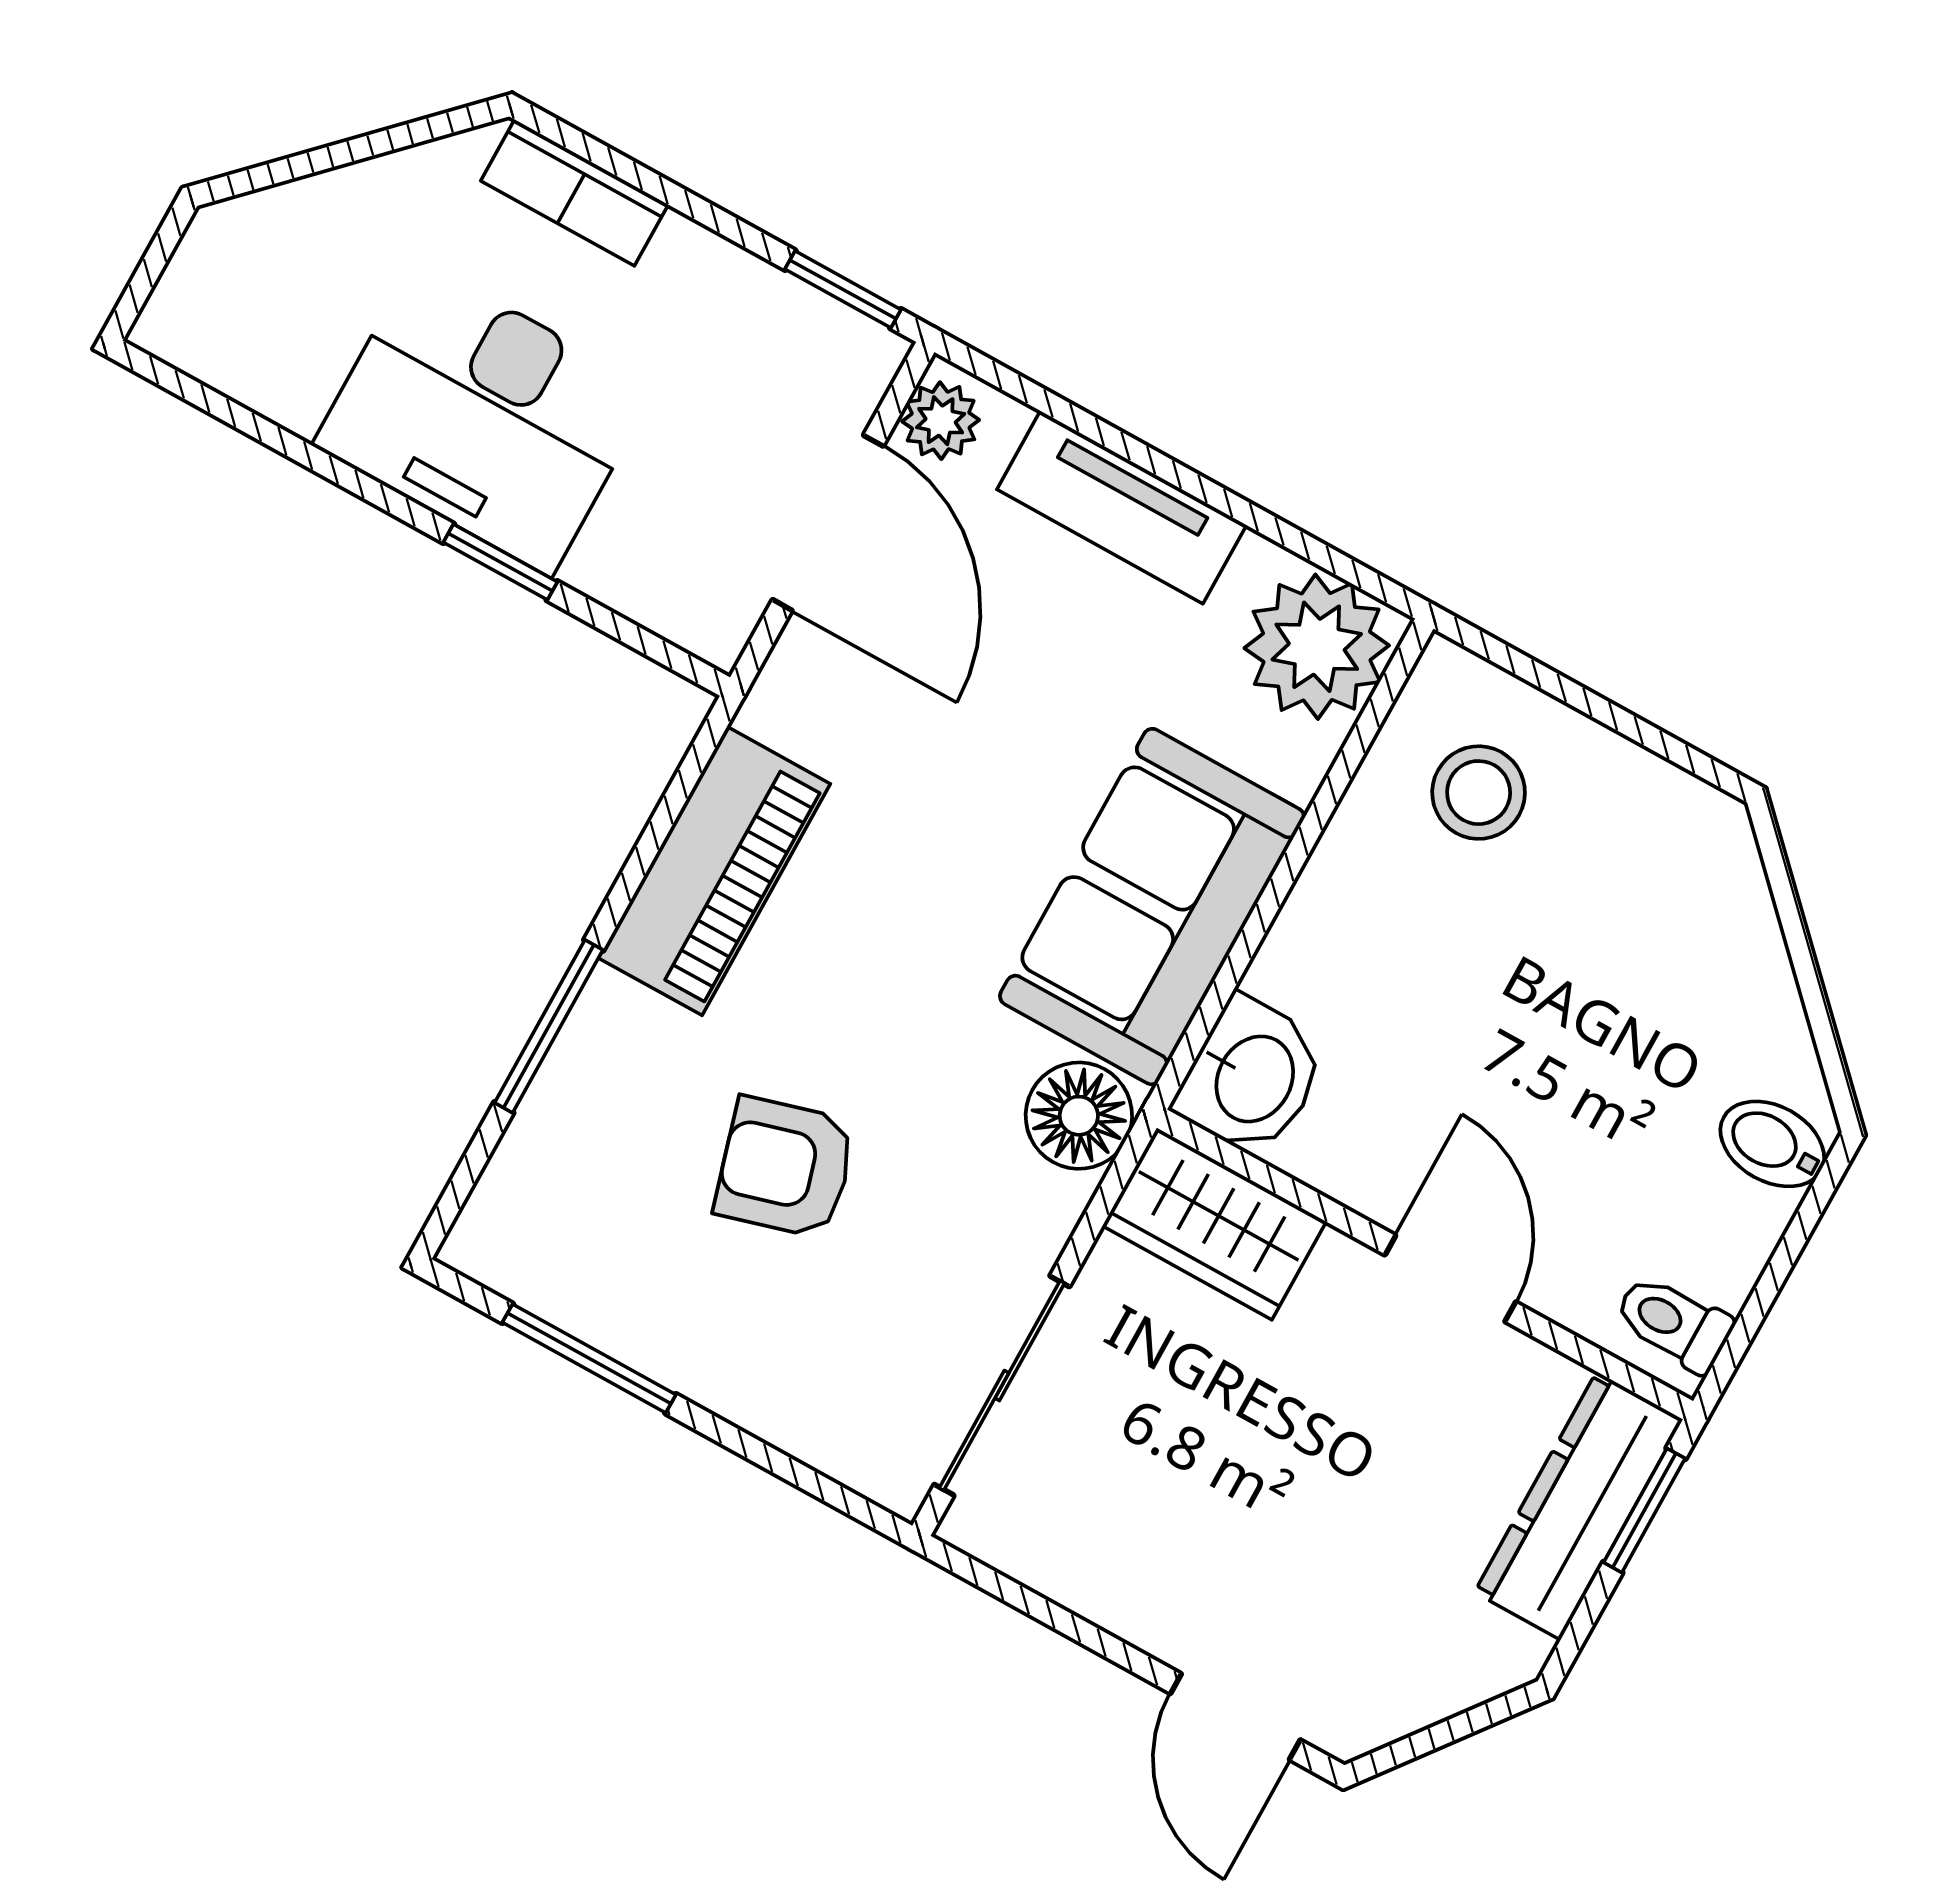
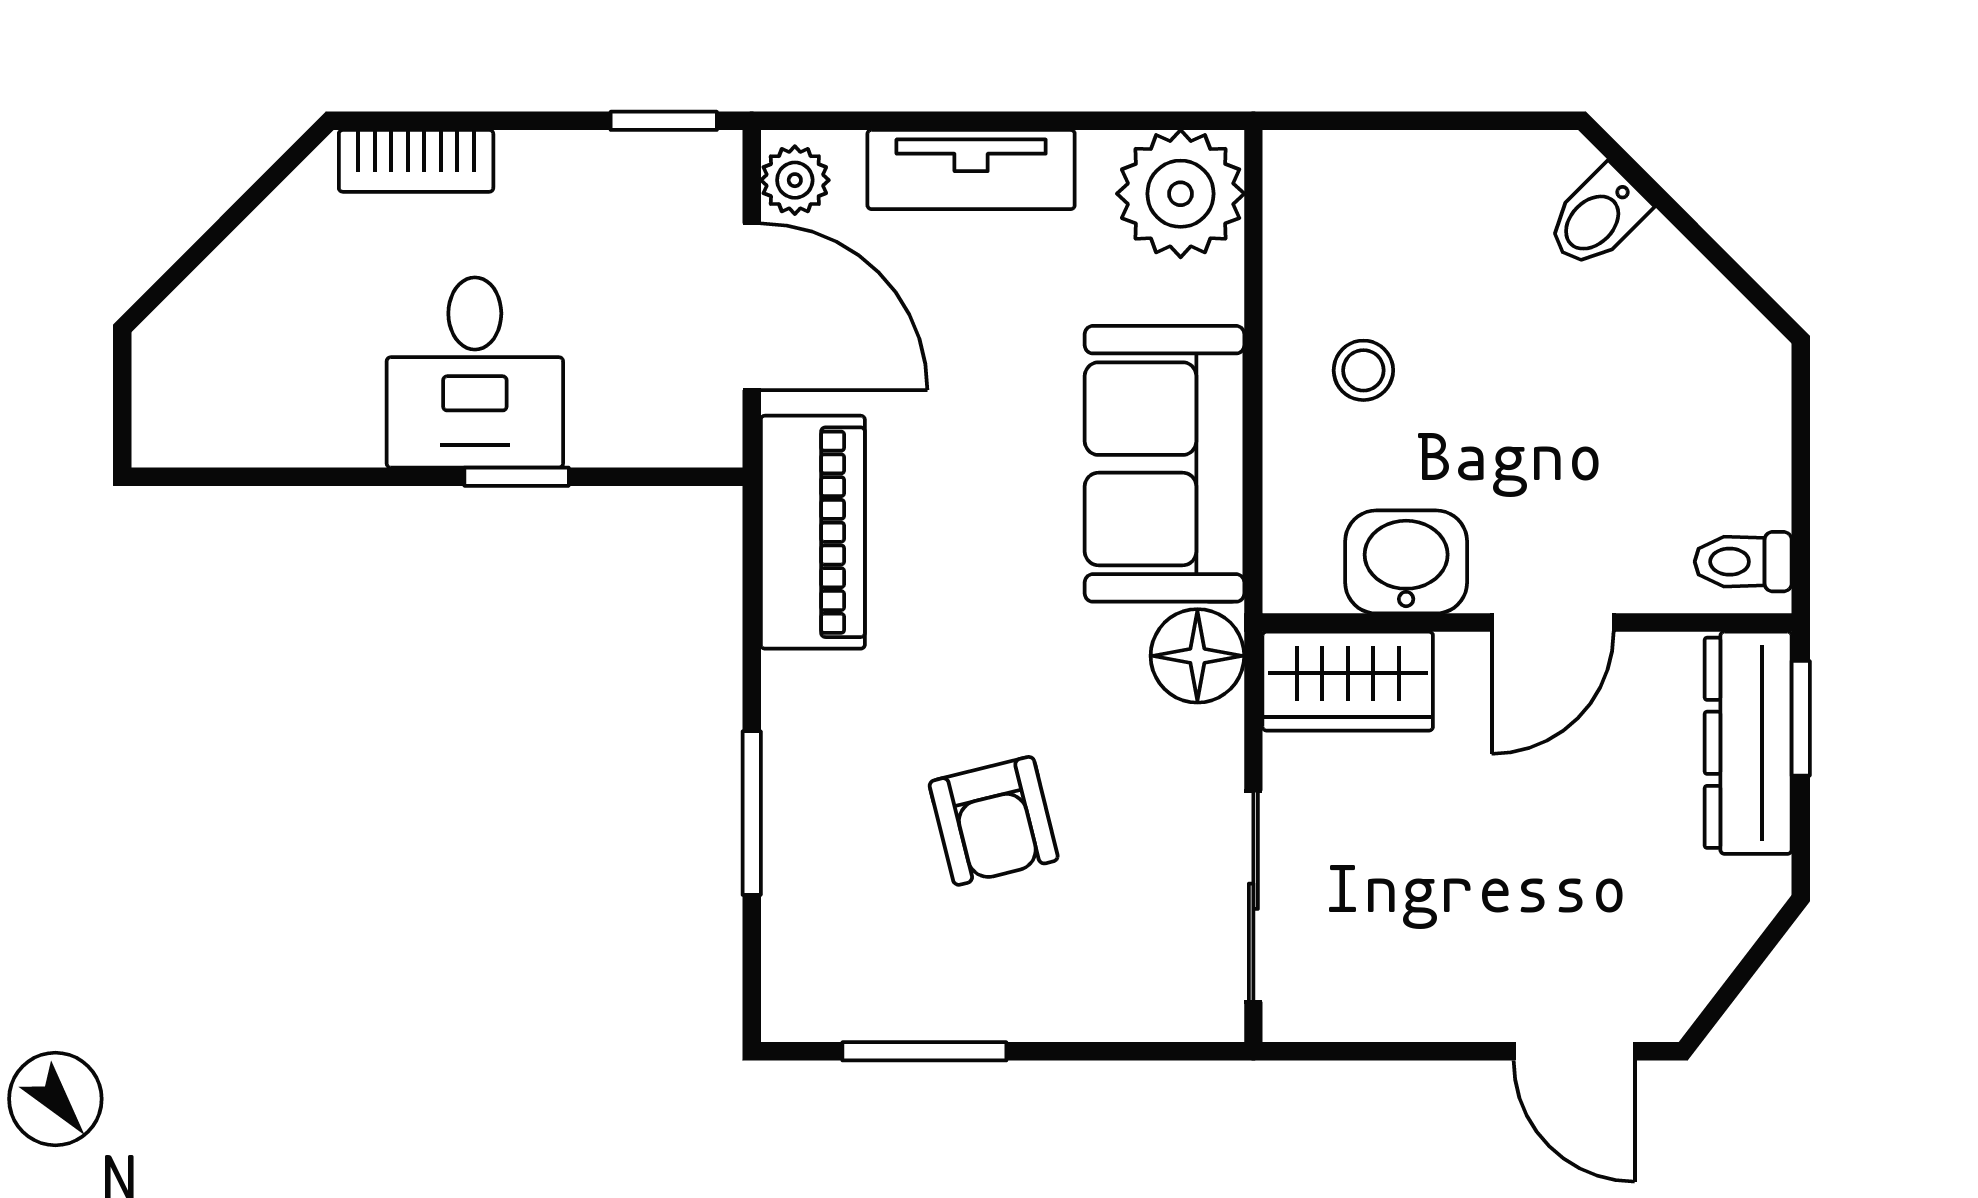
desk: (484, 417) -> (475, 372), width x0.73
stool: (1479, 793) -> (1363, 370), moved, width x0.73, depth x0.73
piano: (714, 871) -> (813, 532), moved
washbasin: (1252, 1077) -> (1406, 562), moved, turned -90
bidet: (1772, 1144) -> (1597, 218), moved, turned -45
armchair: (785, 1167) -> (994, 821), turned -88
door: (1450, 1278) -> (1553, 623), swing flipped

